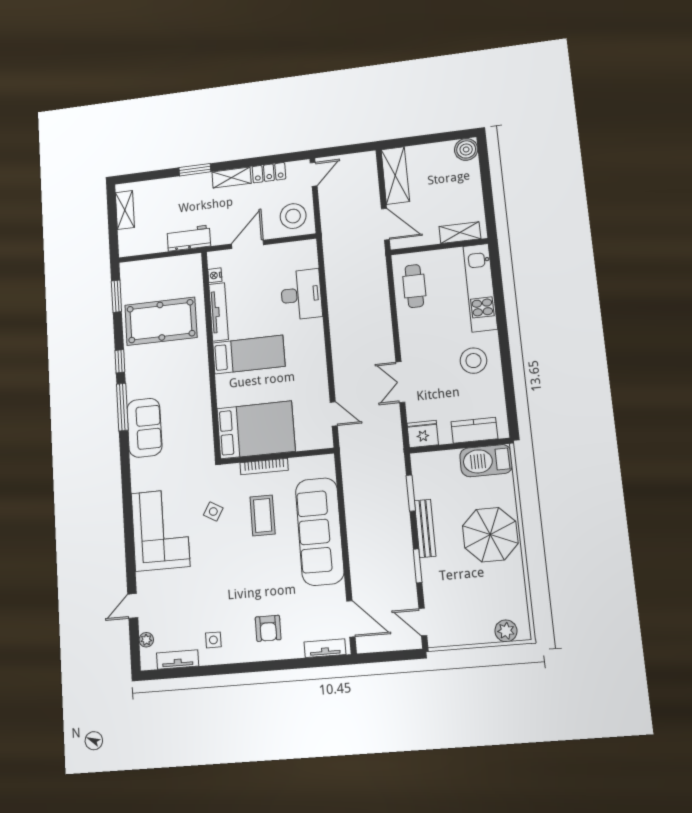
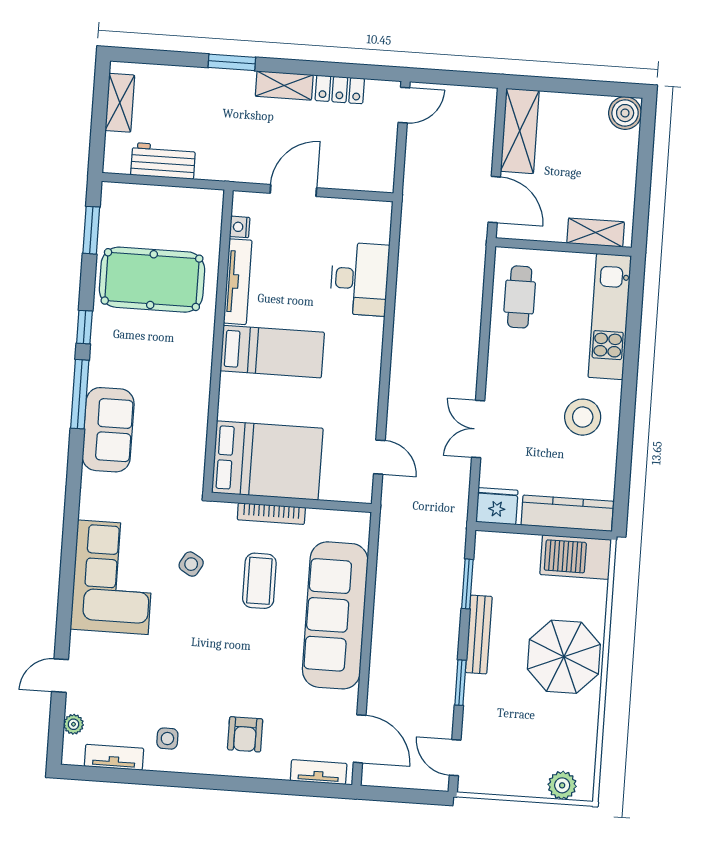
stool: (293, 216) -> (365, 161), removed
workbench: (189, 238) -> (163, 161), moved
kitchen counter: (474, 430) -> (567, 513), width x1.50

